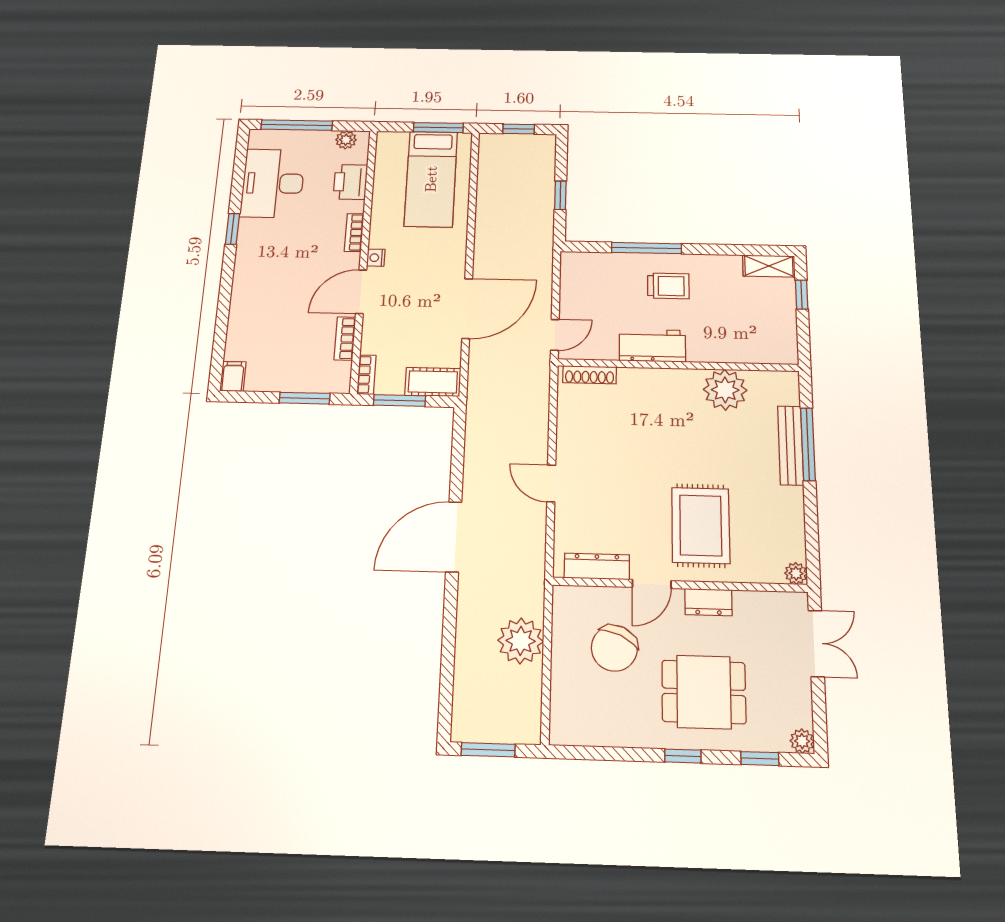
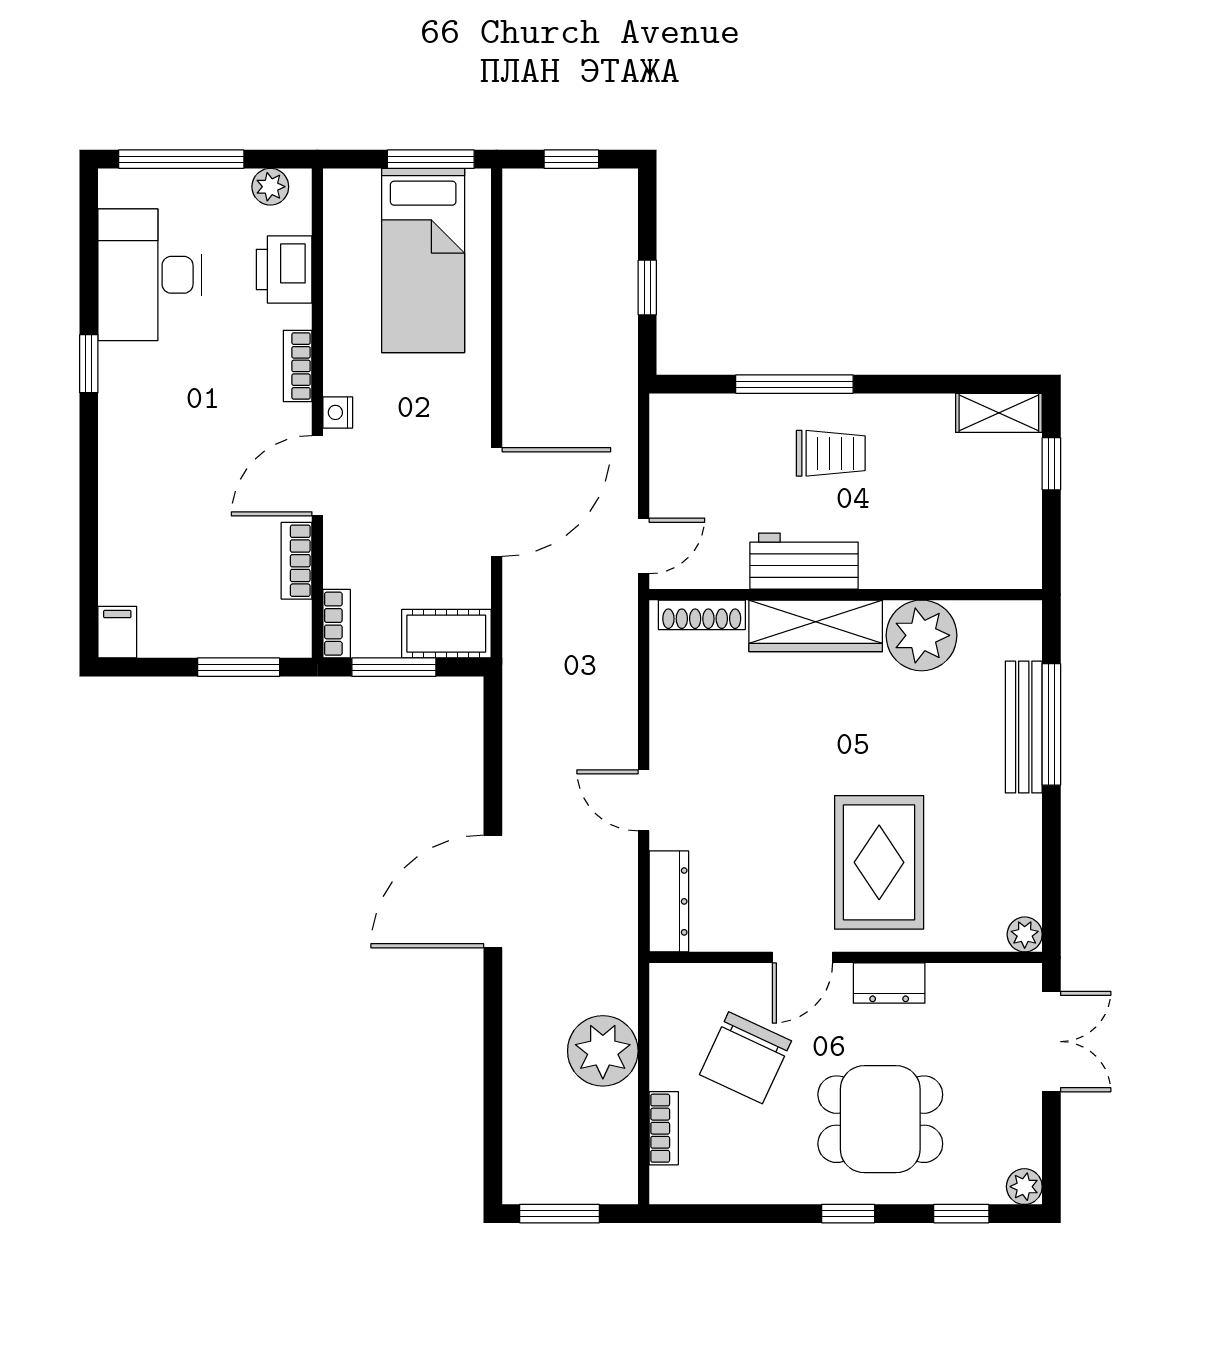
wardrobe: (660, 383) -> (816, 626), added
dresser: (597, 566) -> (669, 901), moved, turned 90
bookcase: (559, 694) -> (664, 1128), added

